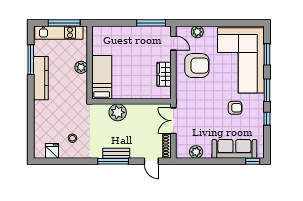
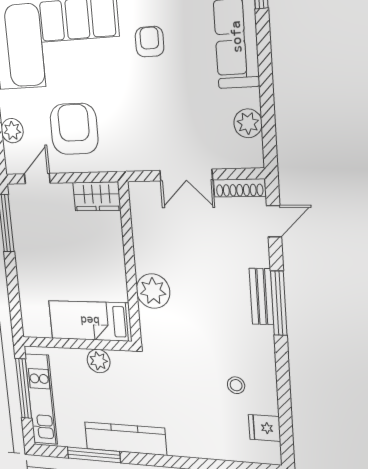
bed: (102, 77) -> (90, 321), moved
wall: (131, 101) -> (130, 263), moved
plant: (118, 112) -> (153, 291), moved

